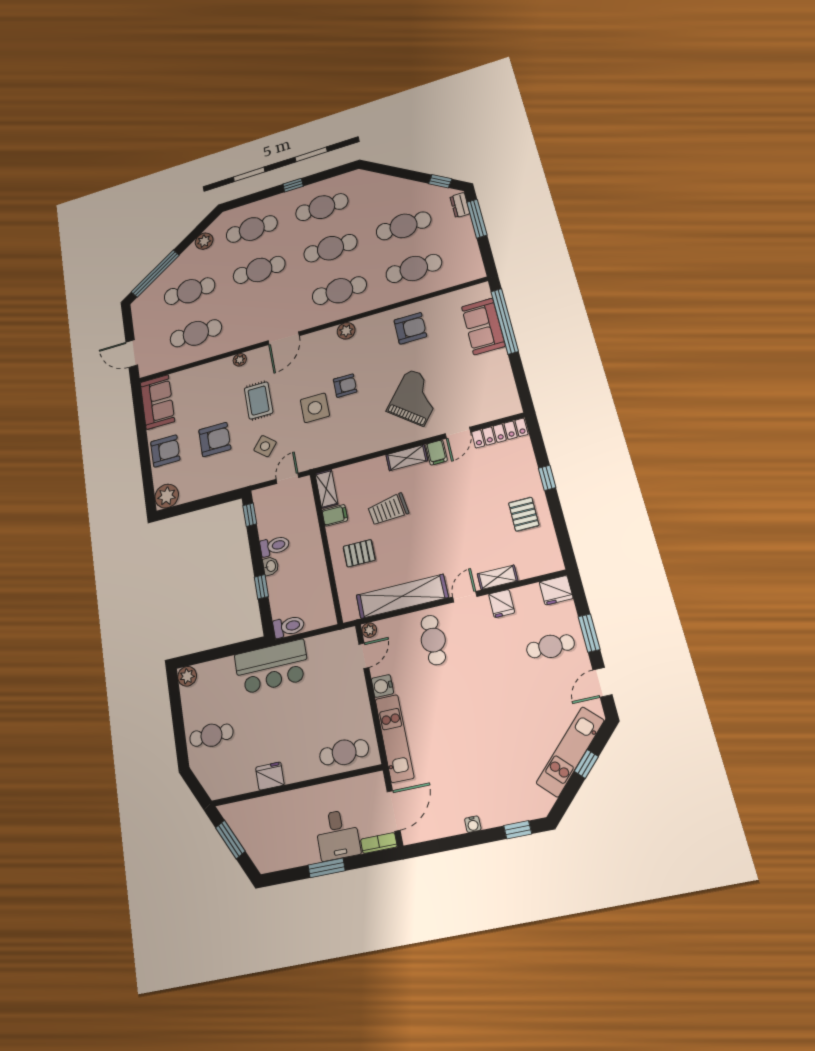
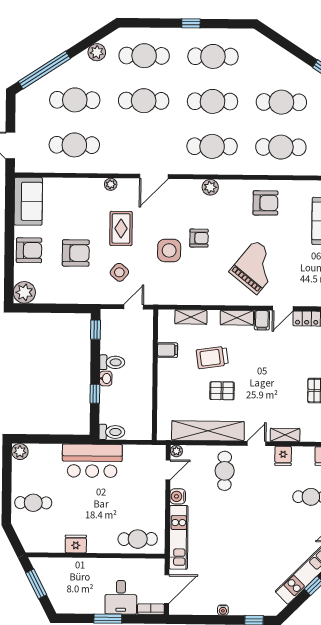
shelving: (326, 489) -> (191, 317), moved, turned 90
pallet: (359, 553) -> (222, 391), moved

